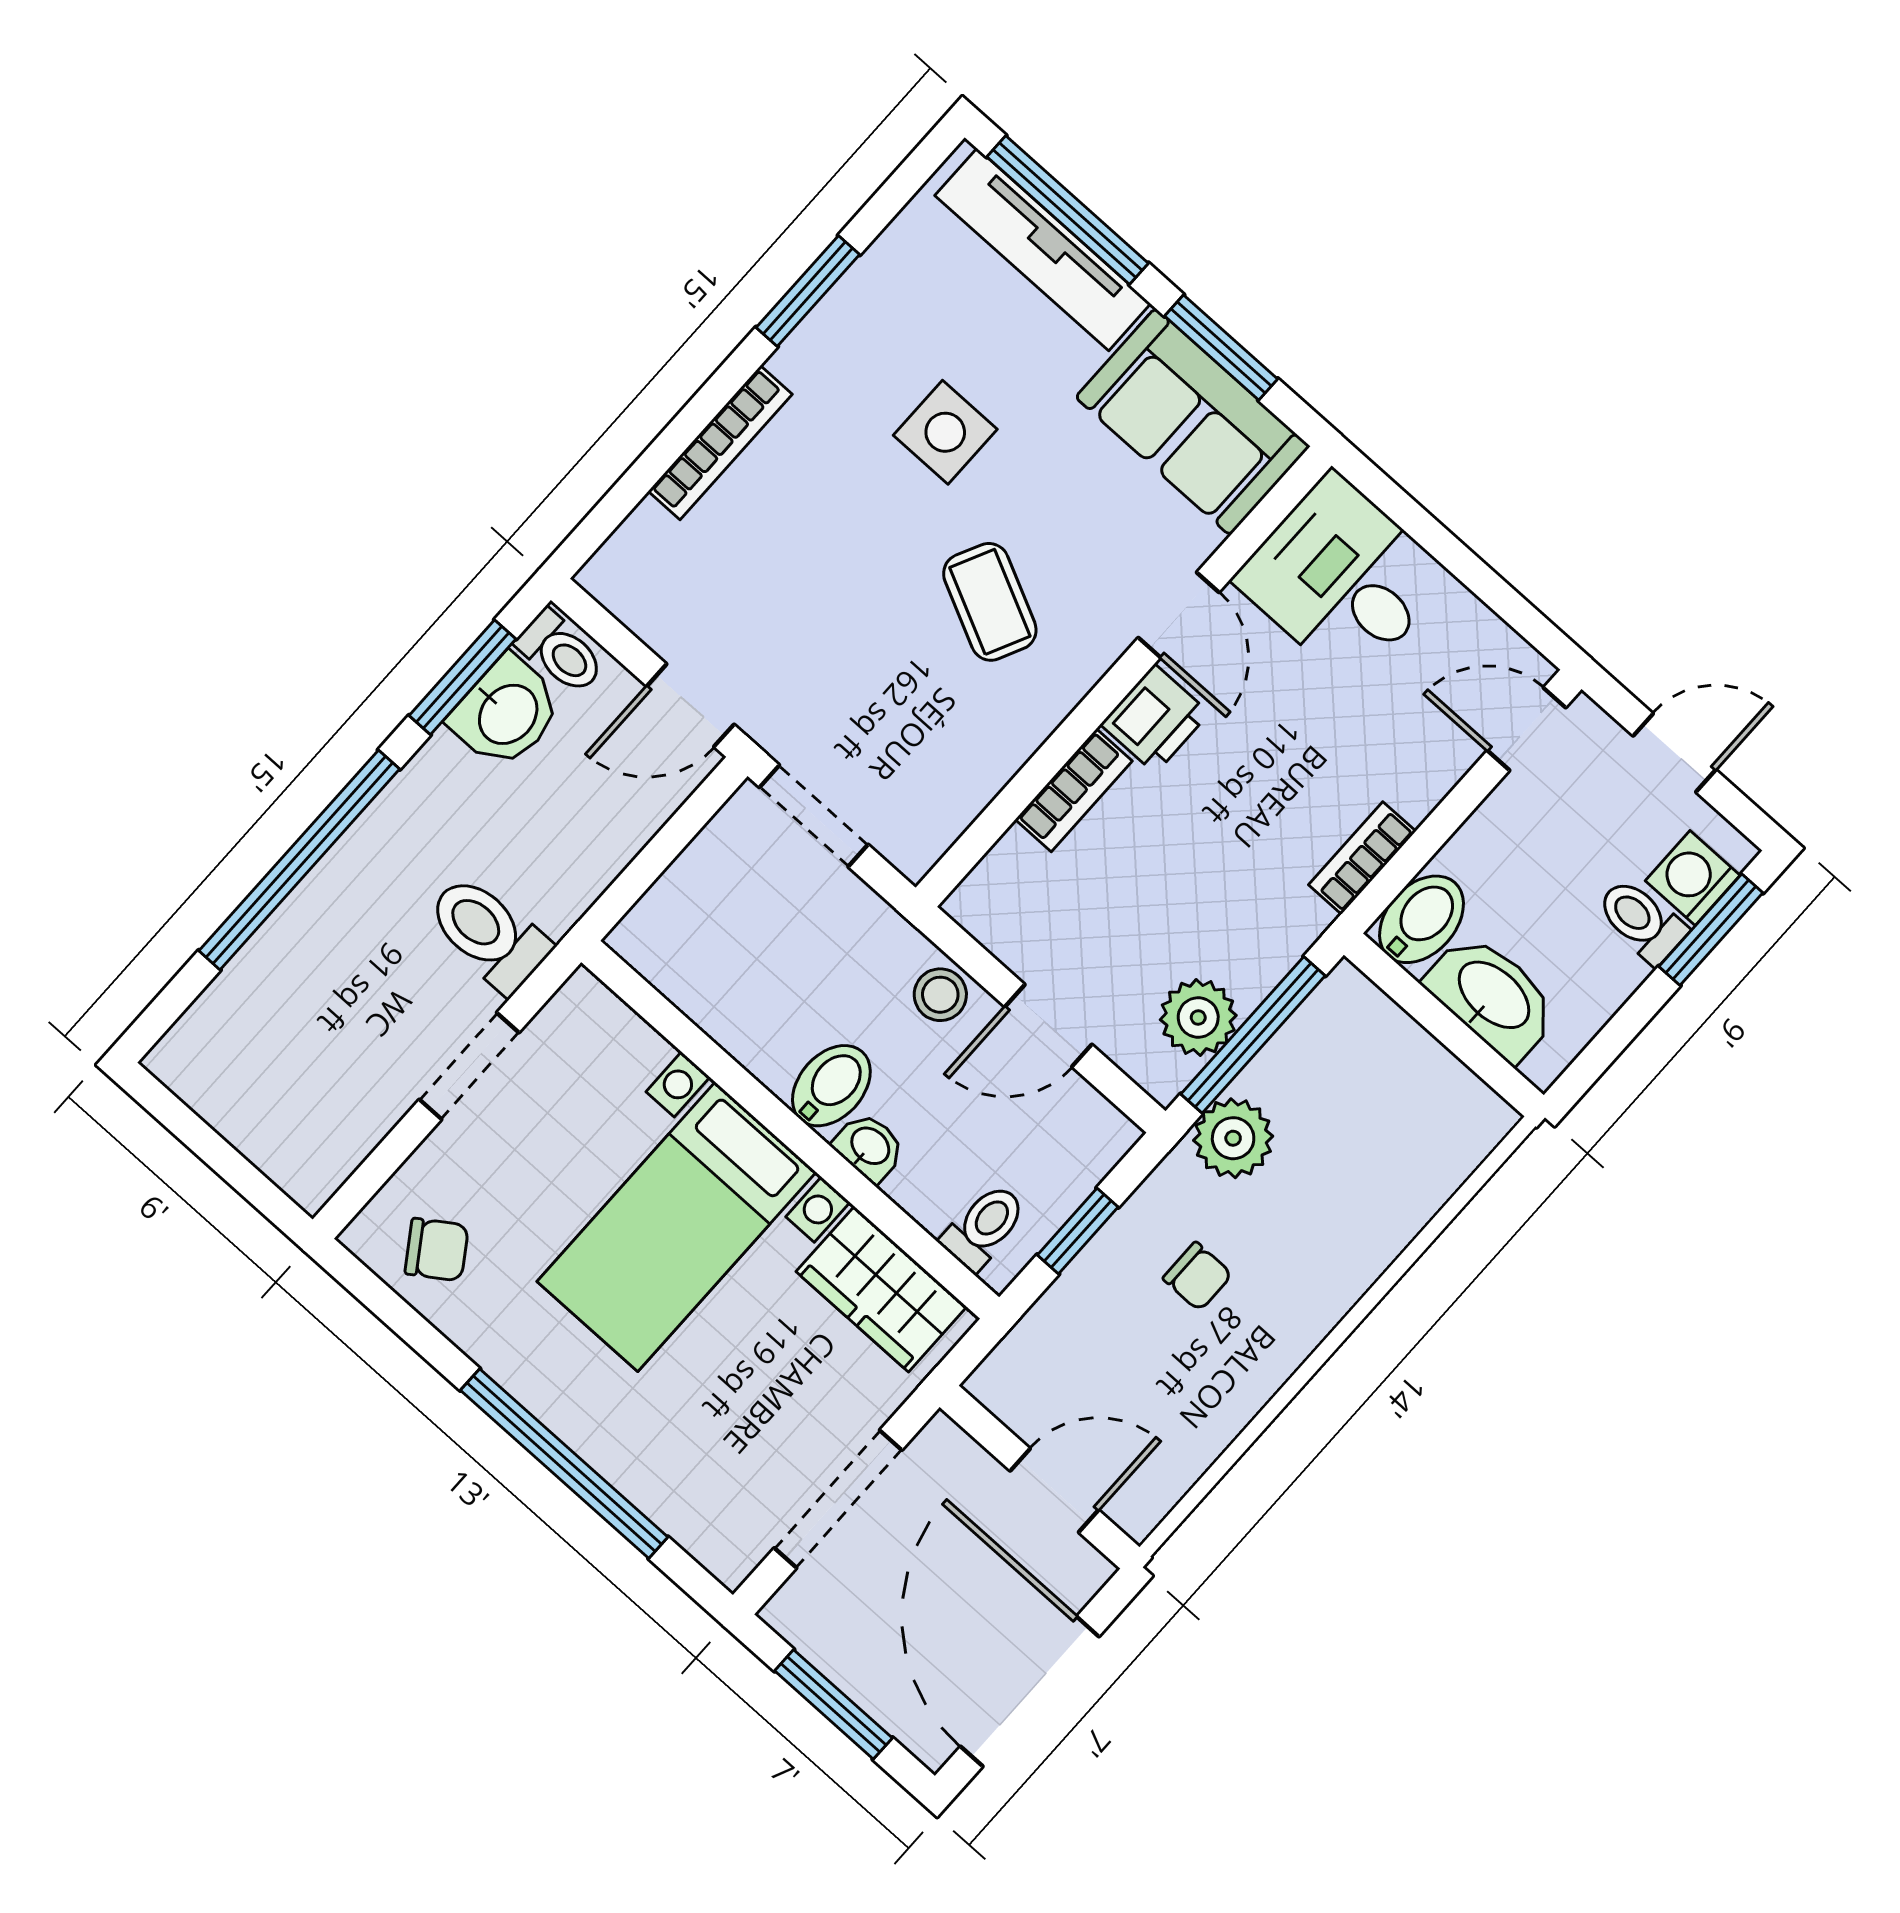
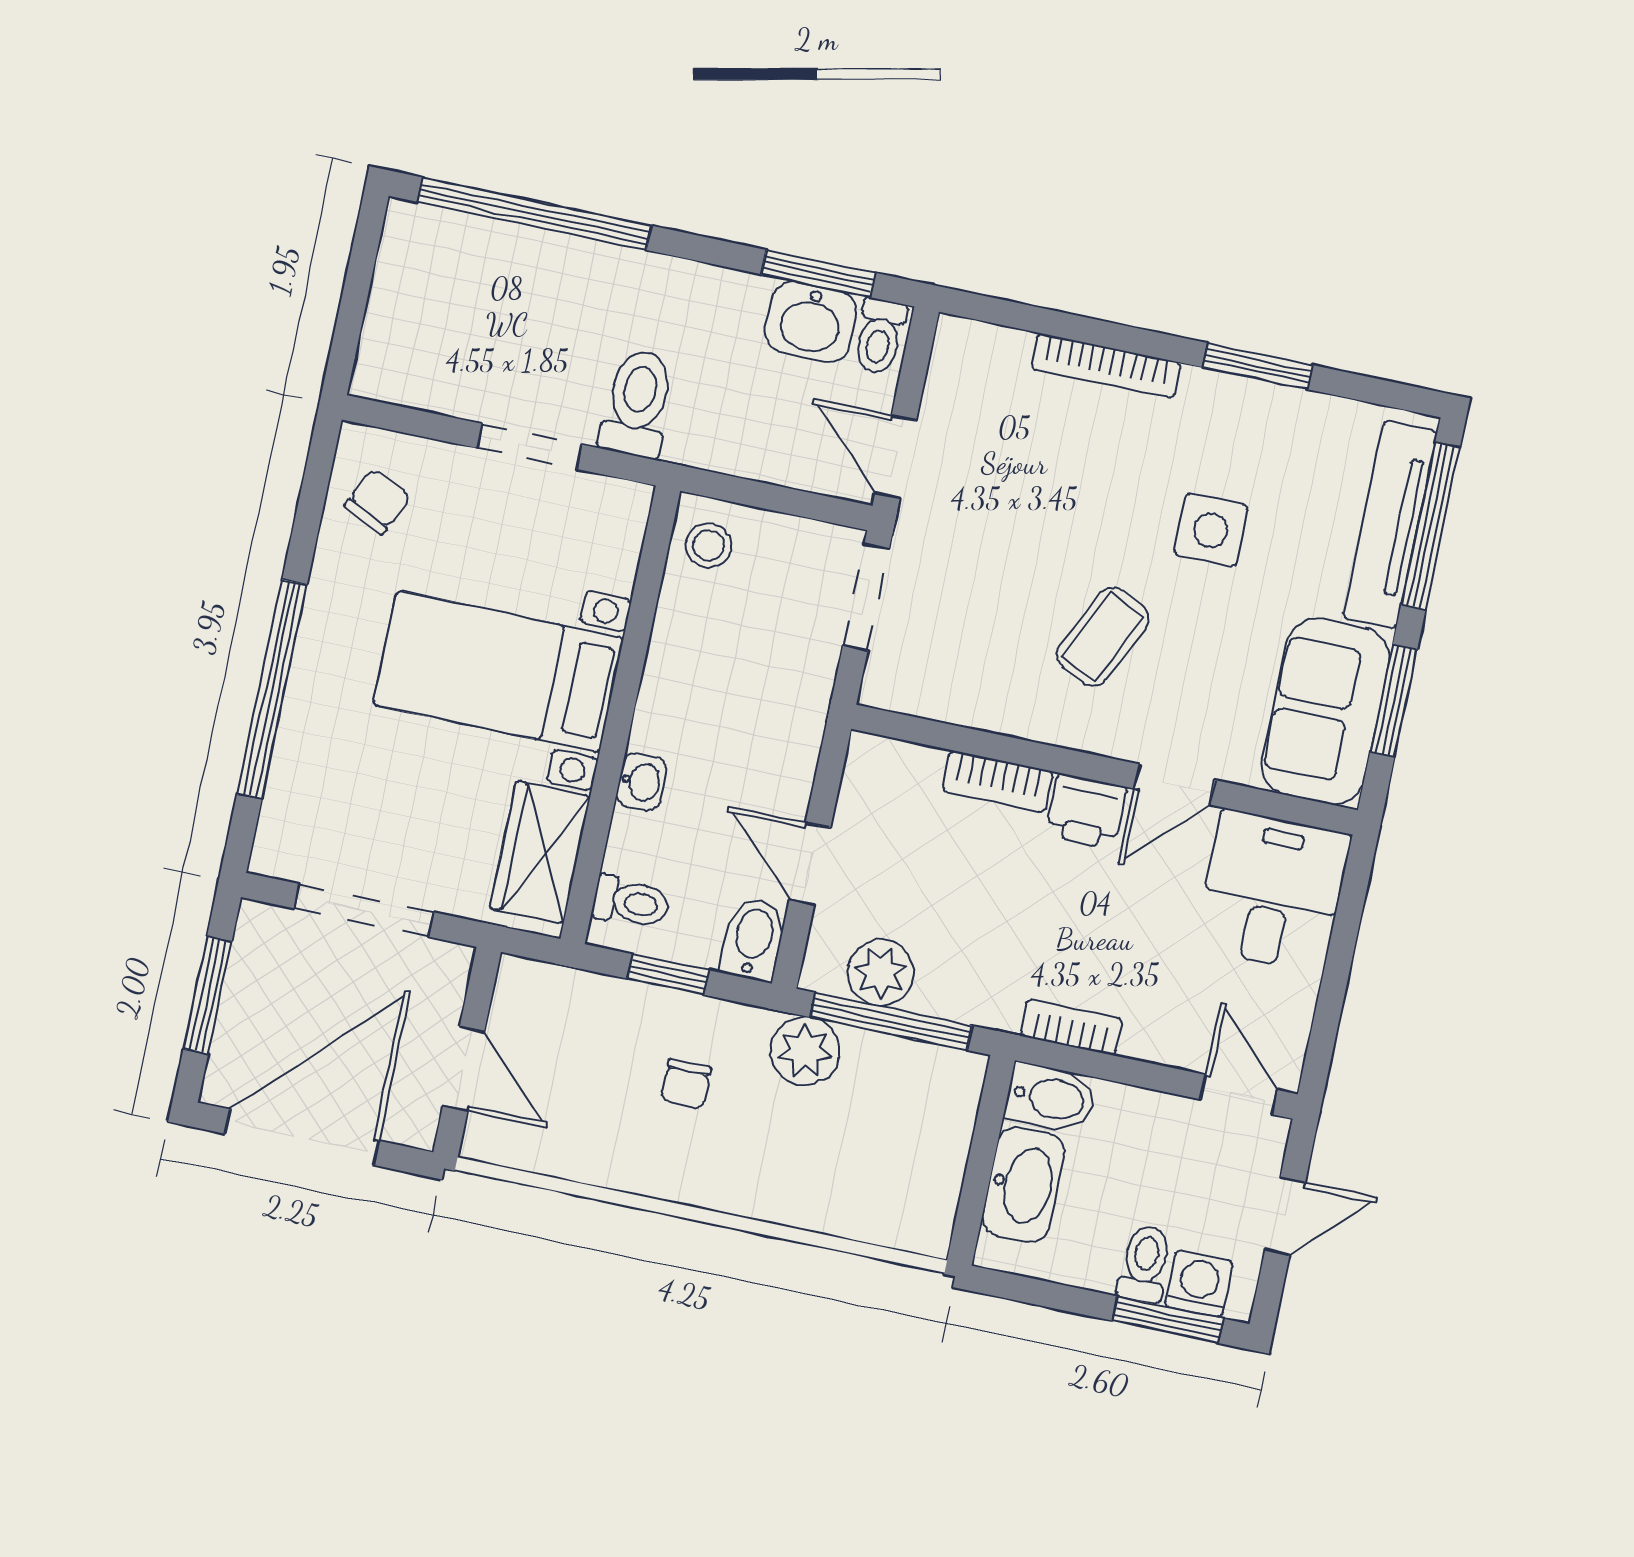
door: (1675, 753) -> (1285, 1216), hinge flipped
window: (299, 860) -> (534, 214), moved
stool: (940, 995) -> (709, 545), moved
bidet: (831, 1086) -> (753, 939), moved, turned -90
chair: (437, 1250) -> (378, 501), turned -120

